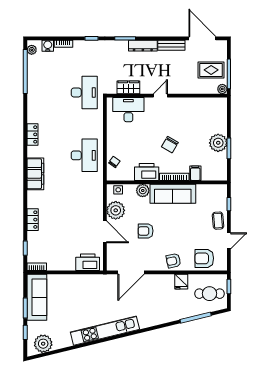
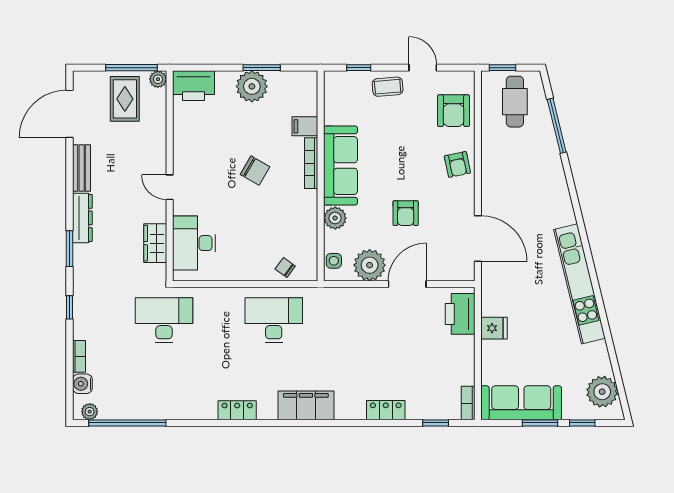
printer: (147, 172) -> (193, 86), moved, turned -90
fridge: (181, 282) -> (494, 328), moved

